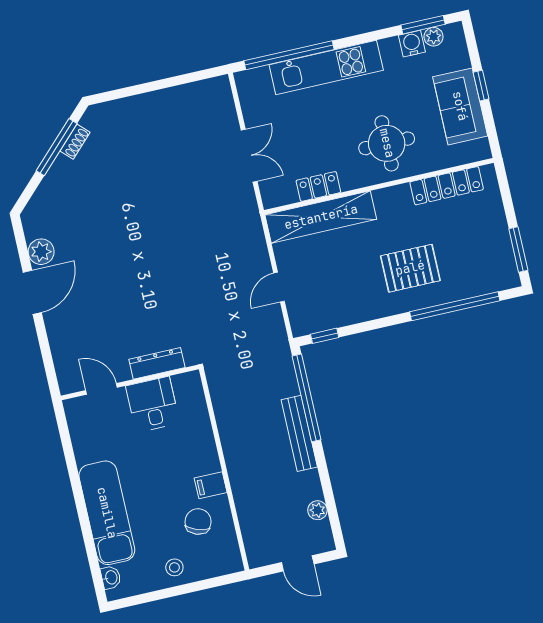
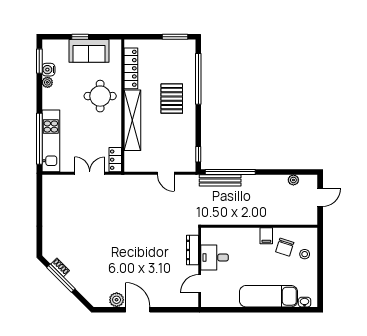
plant: (434, 37) -> (47, 82), moved
kitchen unit: (326, 67) -> (51, 141), moved
locker: (318, 186) -> (115, 160), moved
shelving: (321, 217) -> (132, 120), moved
bench: (299, 433) -> (220, 180), moved
chair: (198, 521) -> (285, 247), turned -91
stool: (174, 567) -> (305, 254), moved

